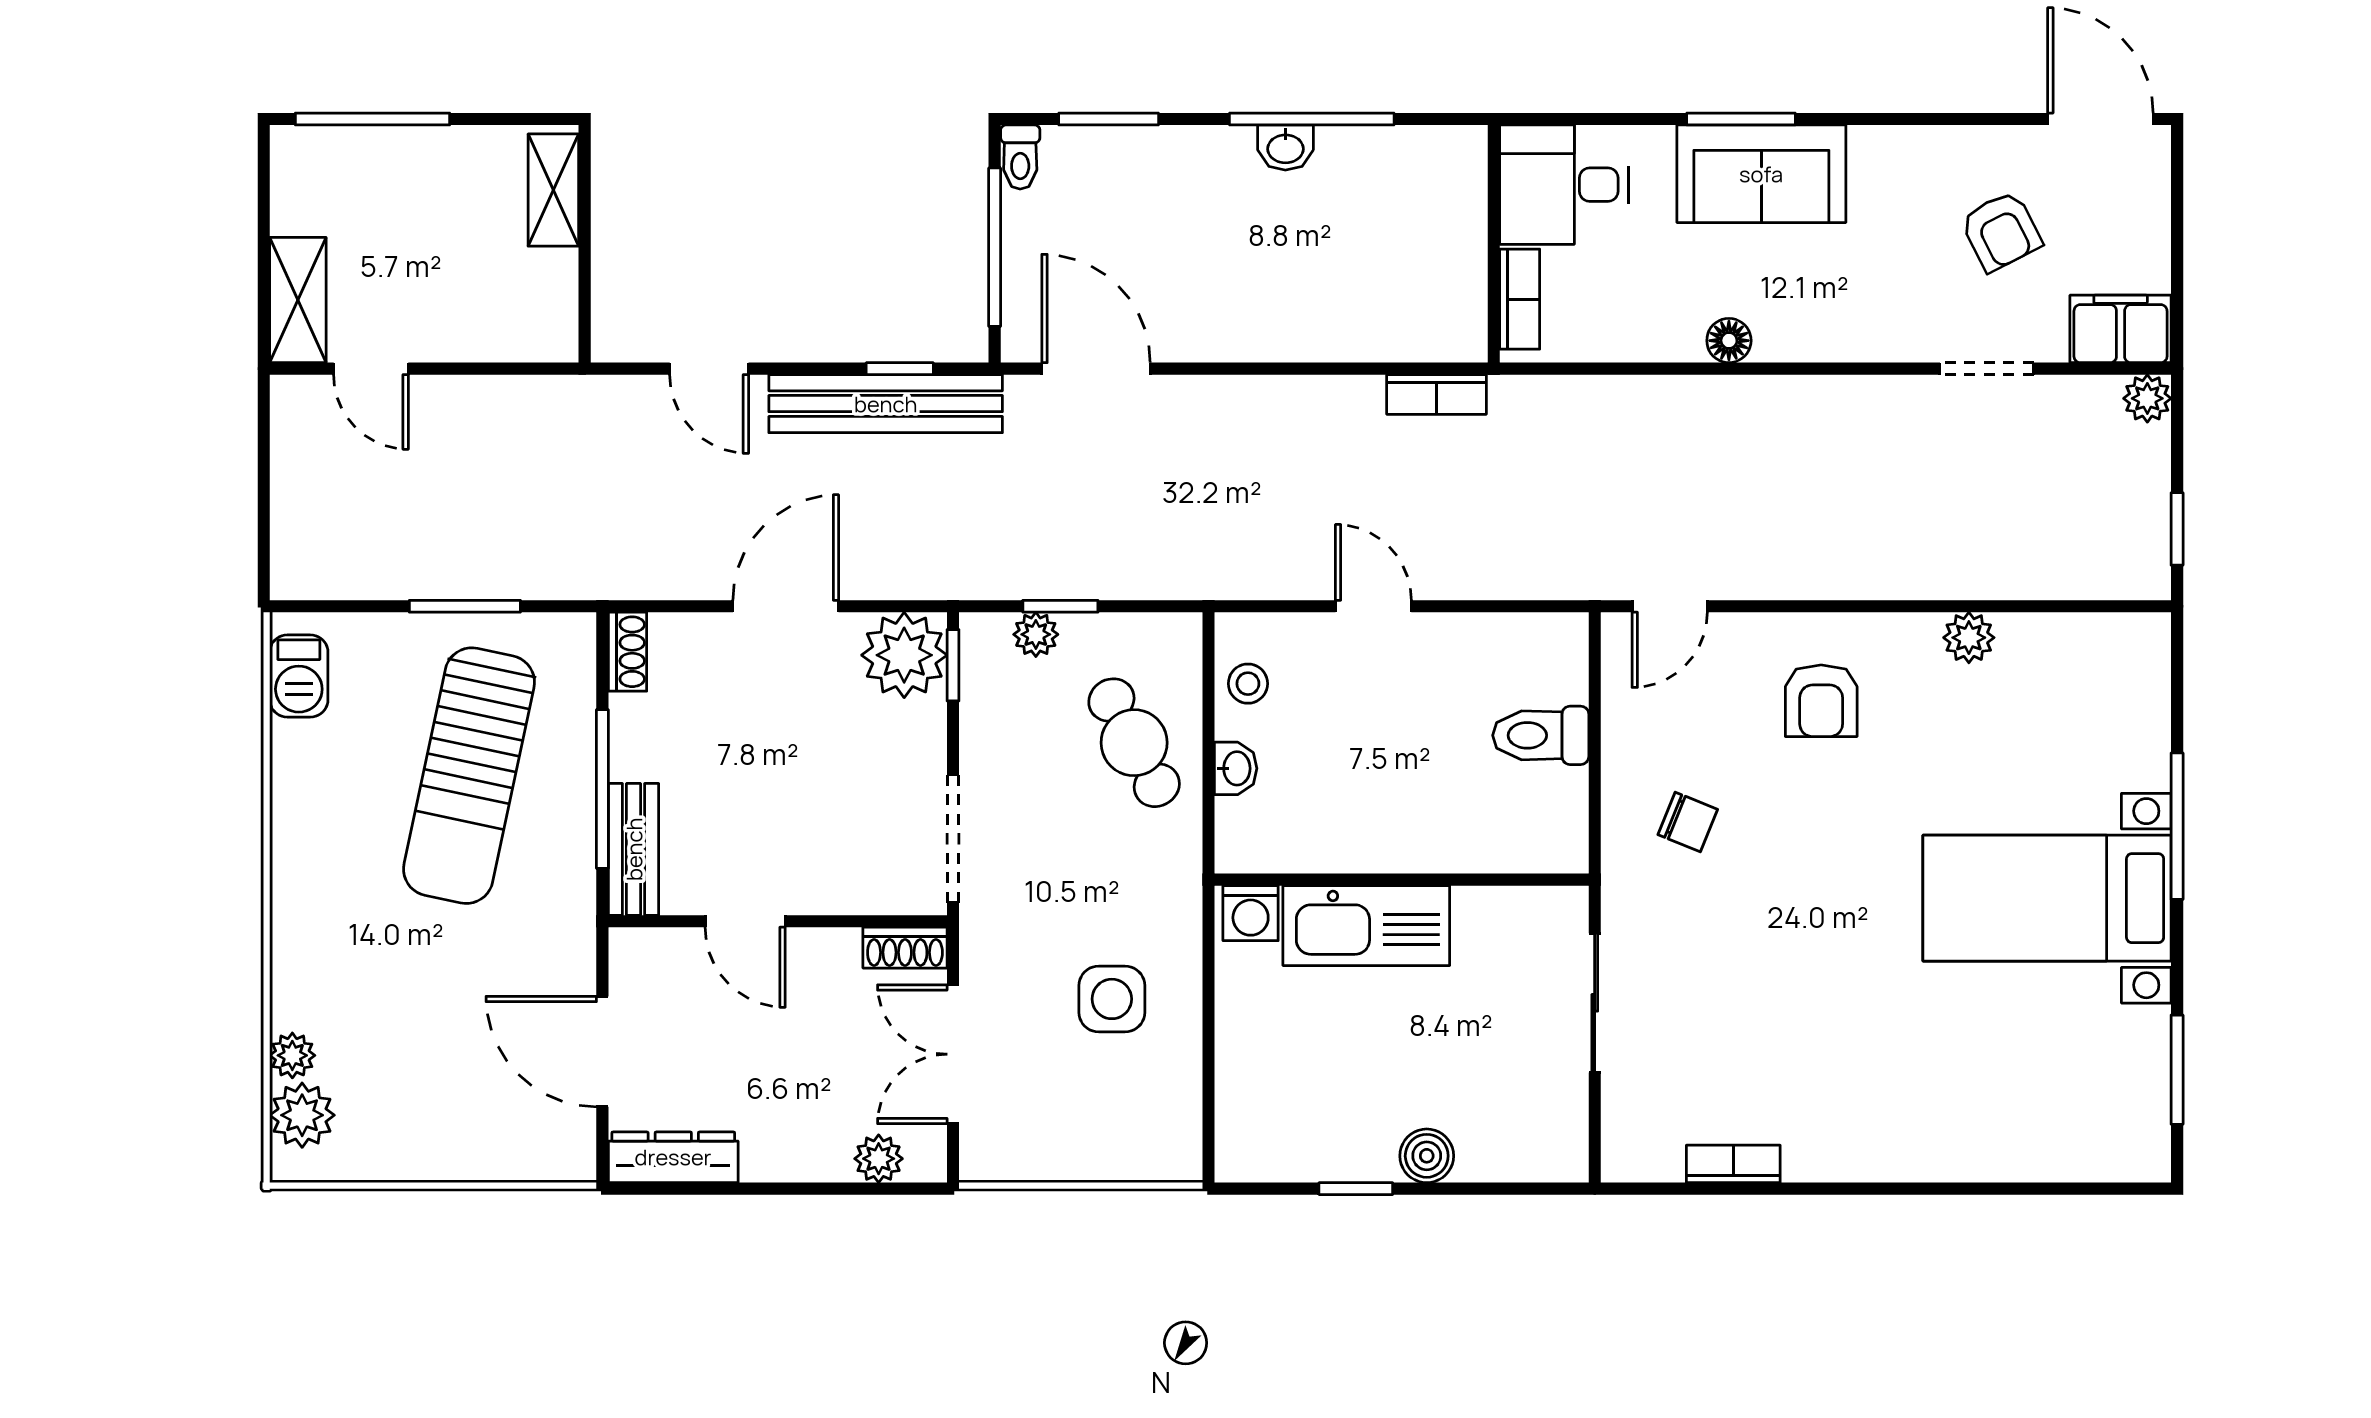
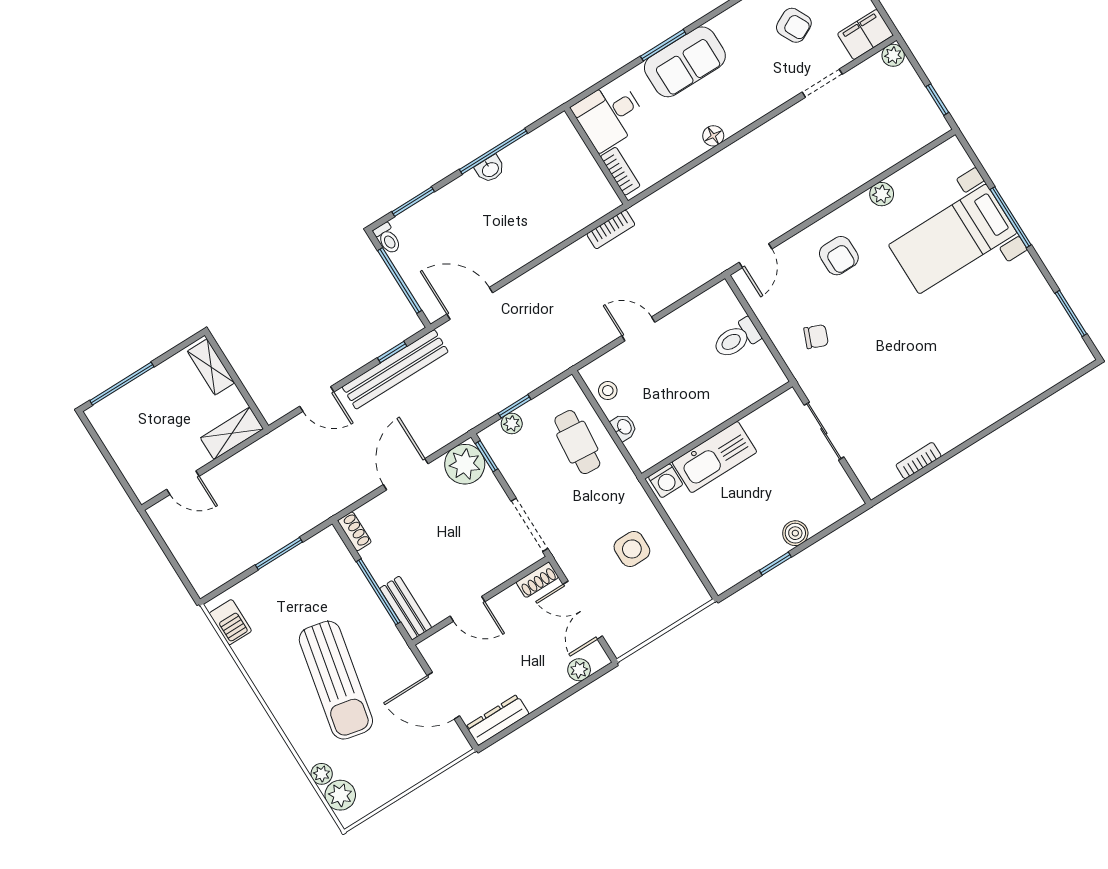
shelving: (298, 300) -> (232, 433), moved, turned 90
cafe table: (1134, 743) -> (577, 442), turned 33
sun lounger: (469, 776) -> (336, 680), moved
bed with nightstands: (2047, 898) -> (953, 239), moved

